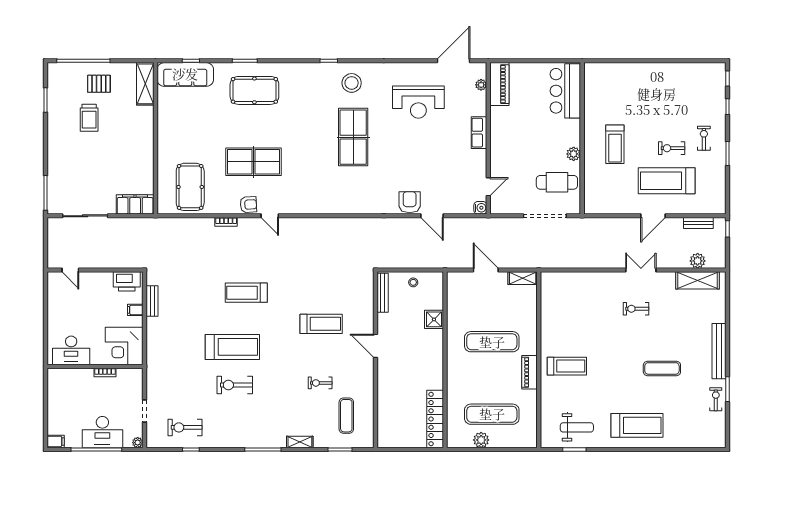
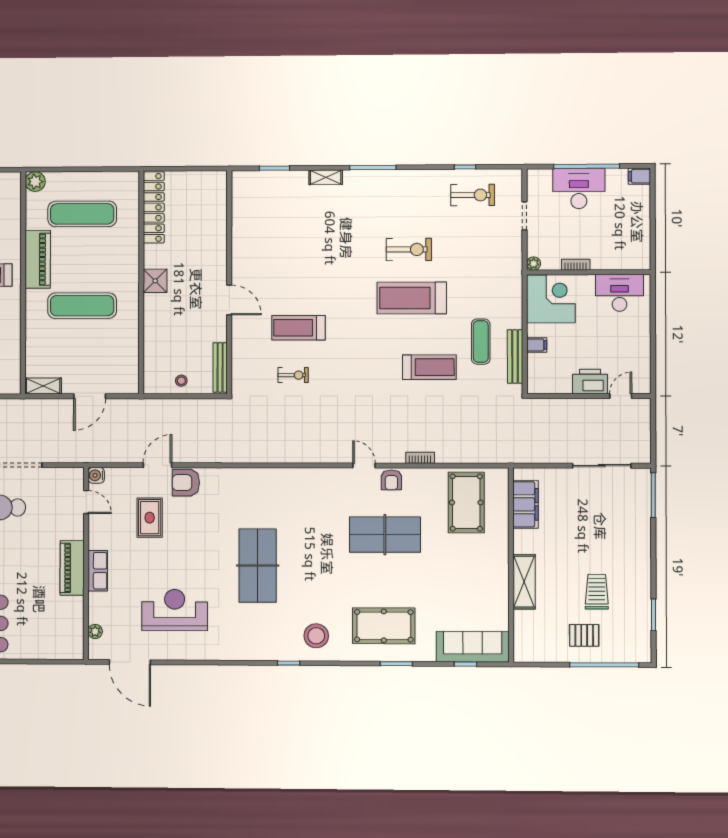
door: (454, 61) -> (130, 662), hinge flipped
stool: (352, 83) -> (316, 636), moved
shelving: (145, 84) -> (524, 582), moved
piano: (499, 84) -> (72, 568), moved
rug: (438, 175) -> (150, 518), added
door: (488, 187) -> (86, 502), swing flipped
armchair: (410, 202) -> (186, 483), turned 90
filing cabinet: (135, 204) -> (526, 504), moved, turned -90
armchair: (248, 205) -> (391, 480), turned -87
door: (432, 216) -> (157, 465), hinge flipped
door: (70, 270) -> (621, 396), hinge flipped
door: (486, 270) -> (90, 396), hinge flipped
printer: (127, 281) -> (590, 382), moved
treadmill: (246, 293) -> (429, 367), moved
bench: (152, 301) -> (515, 356), width x1.36
shower: (434, 319) -> (155, 281), moved
piano: (529, 372) -> (38, 259), width x1.37, depth x1.33
exercise bike: (320, 383) -> (293, 375), moved
exercise mat: (346, 416) -> (481, 342), moved
plant: (481, 440) -> (35, 182), moved
plant: (138, 443) -> (534, 264), moved

